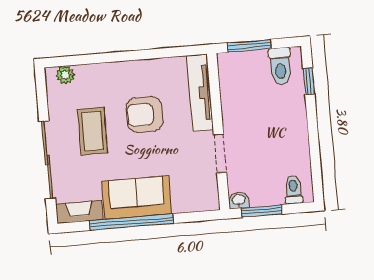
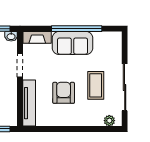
armchair: (144, 114) -> (64, 93), turned -90
sliding door: (47, 160) -> (125, 87), moved
fireplace: (79, 212) -> (37, 37), moved

